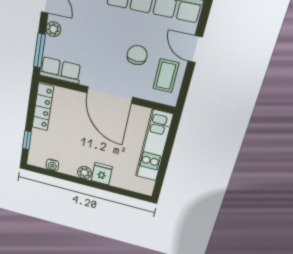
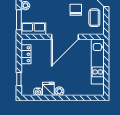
door: (110, 95) -> (65, 37), hinge flipped
locker: (43, 107) -> (26, 54), width x0.66
fridge: (102, 174) -> (48, 89), moved

